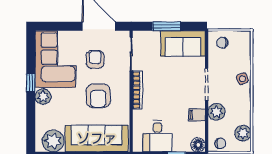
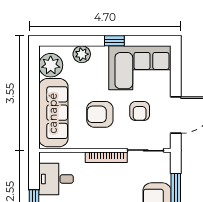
armchair: (95, 59) -> (140, 111), turned 90
plant: (43, 97) -> (82, 54), moved

